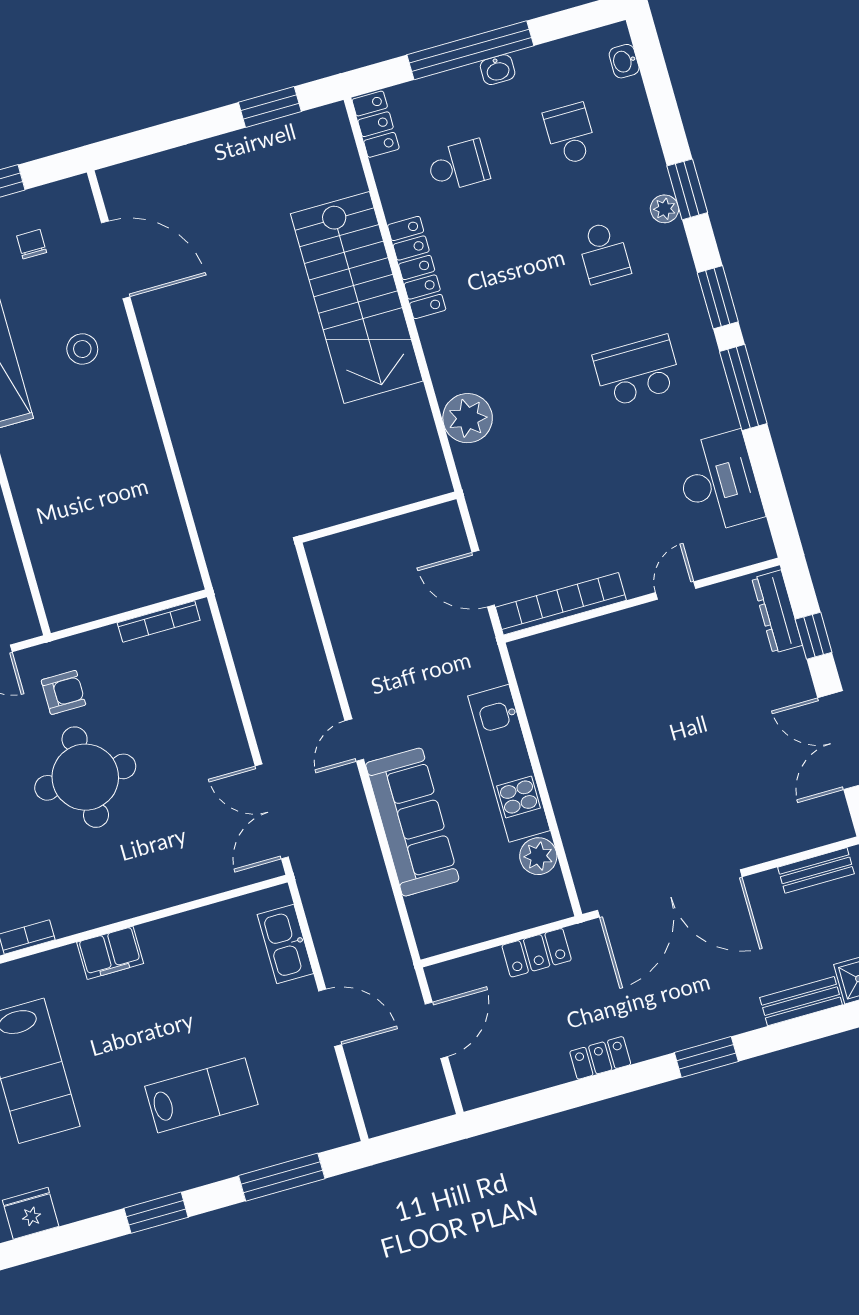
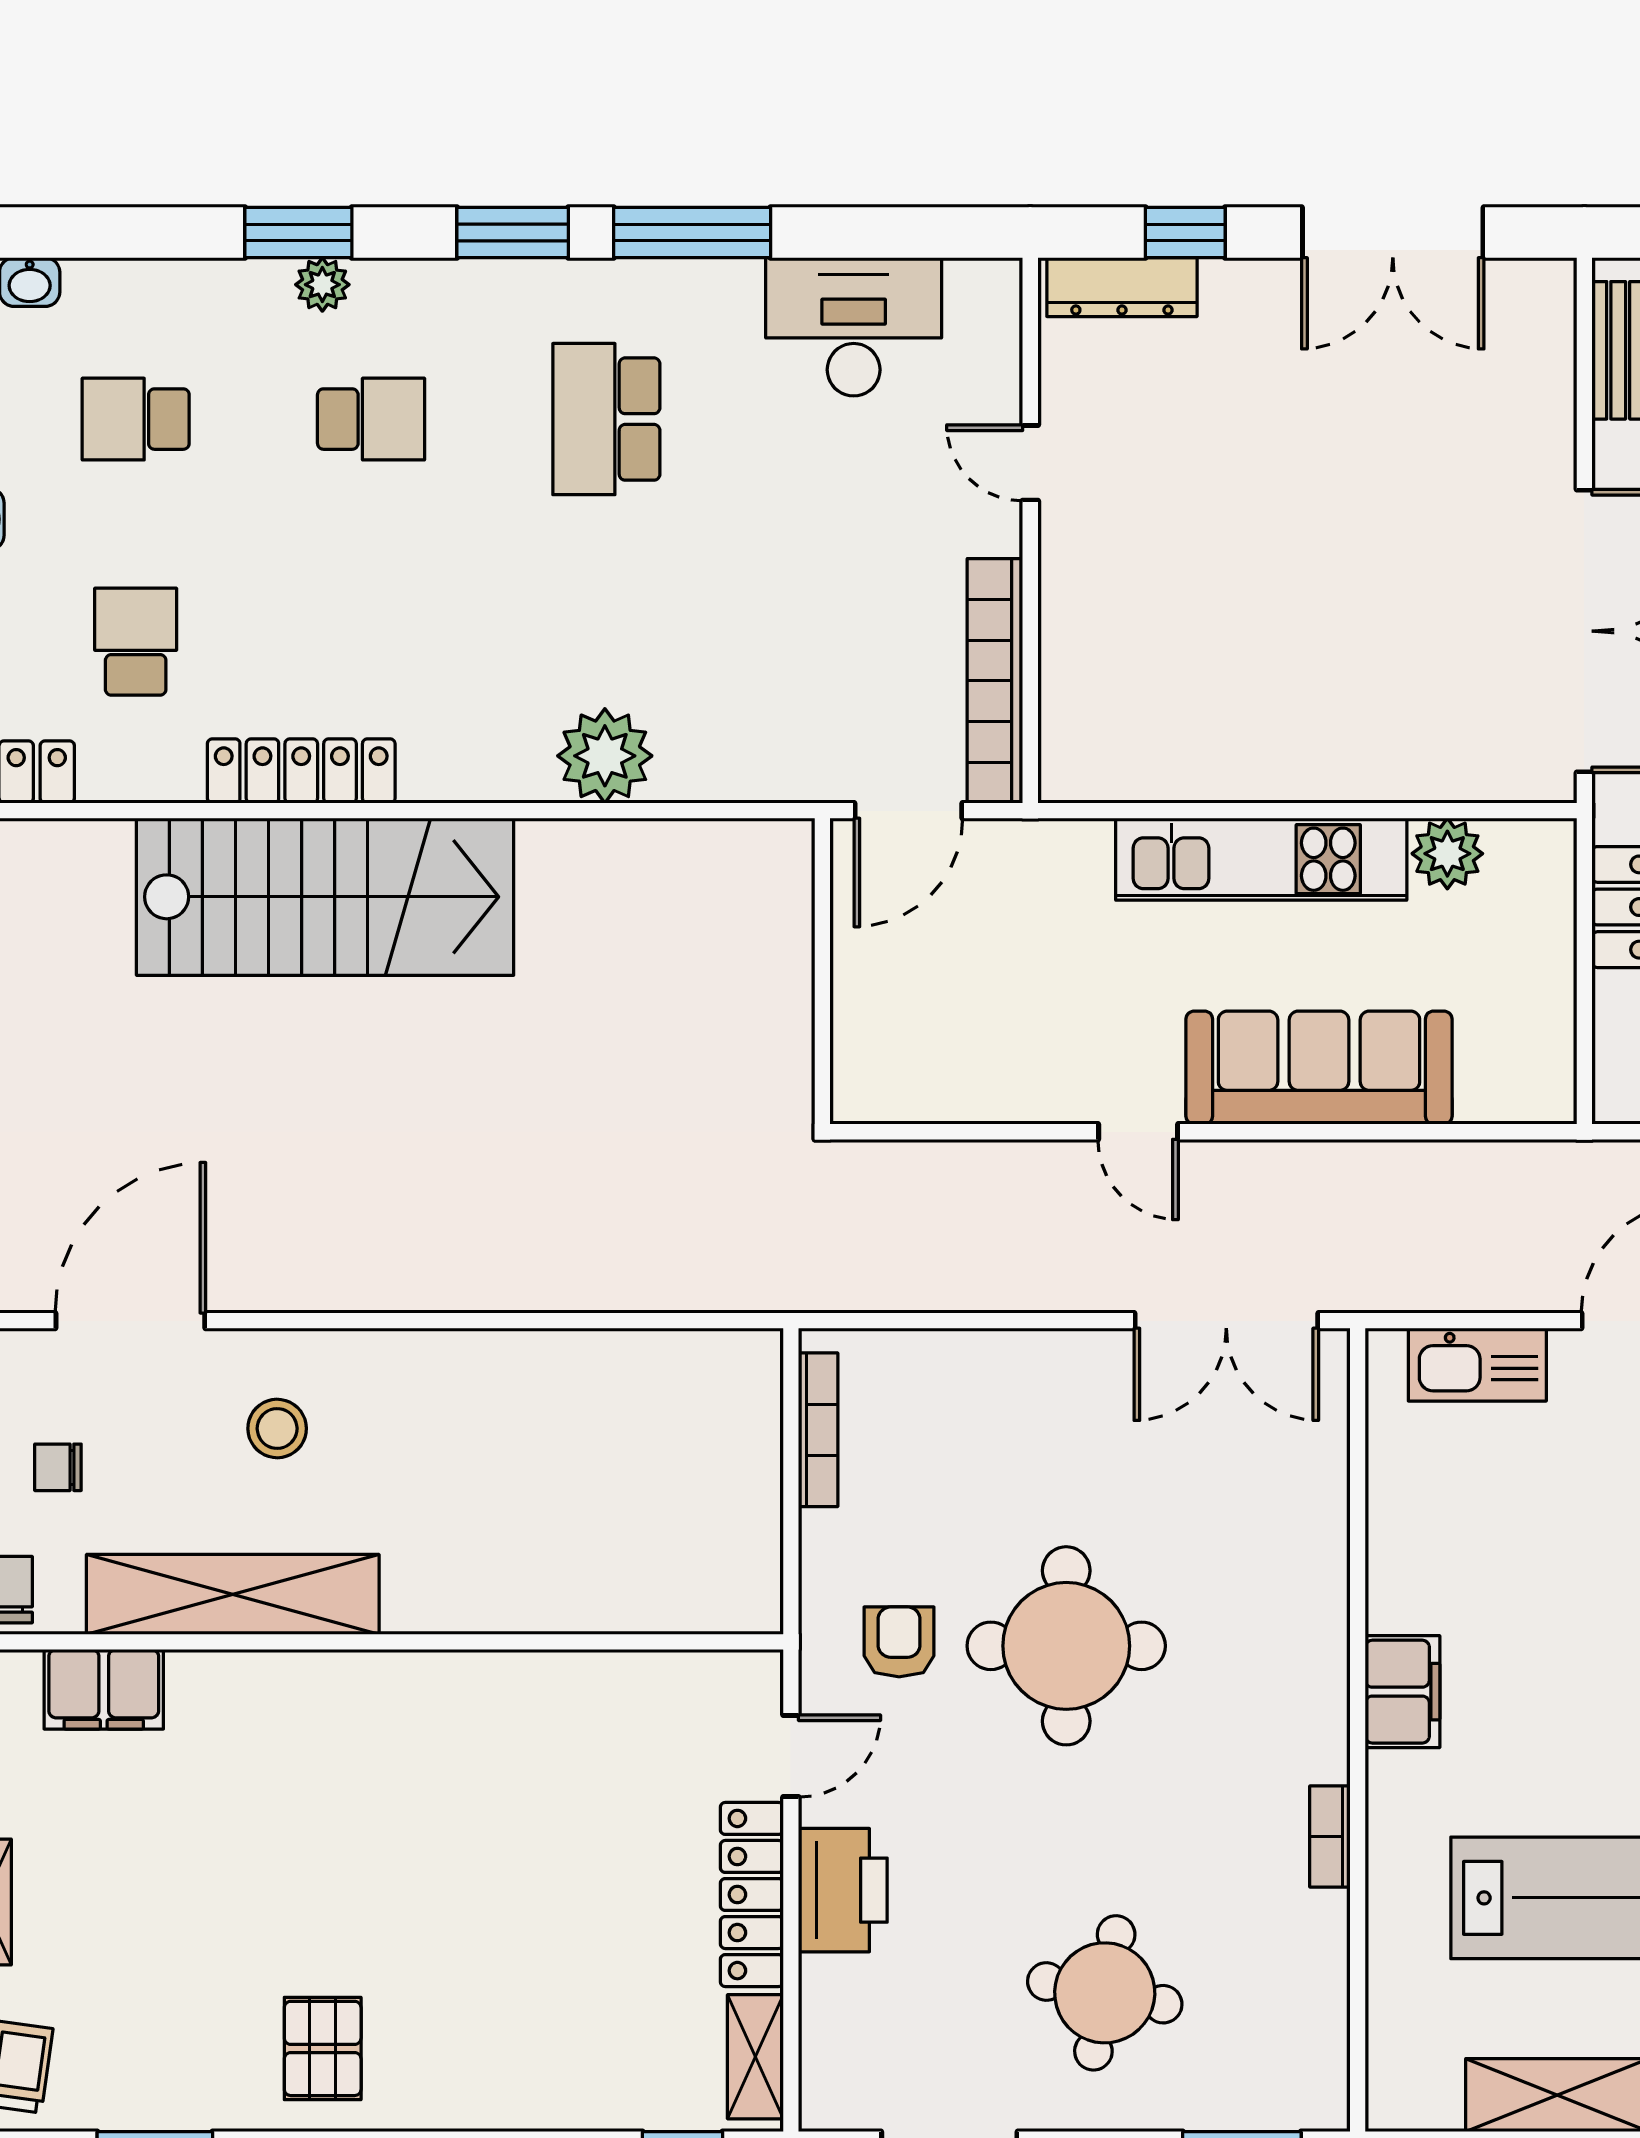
wall: (378, 517) -> (822, 971), moved

